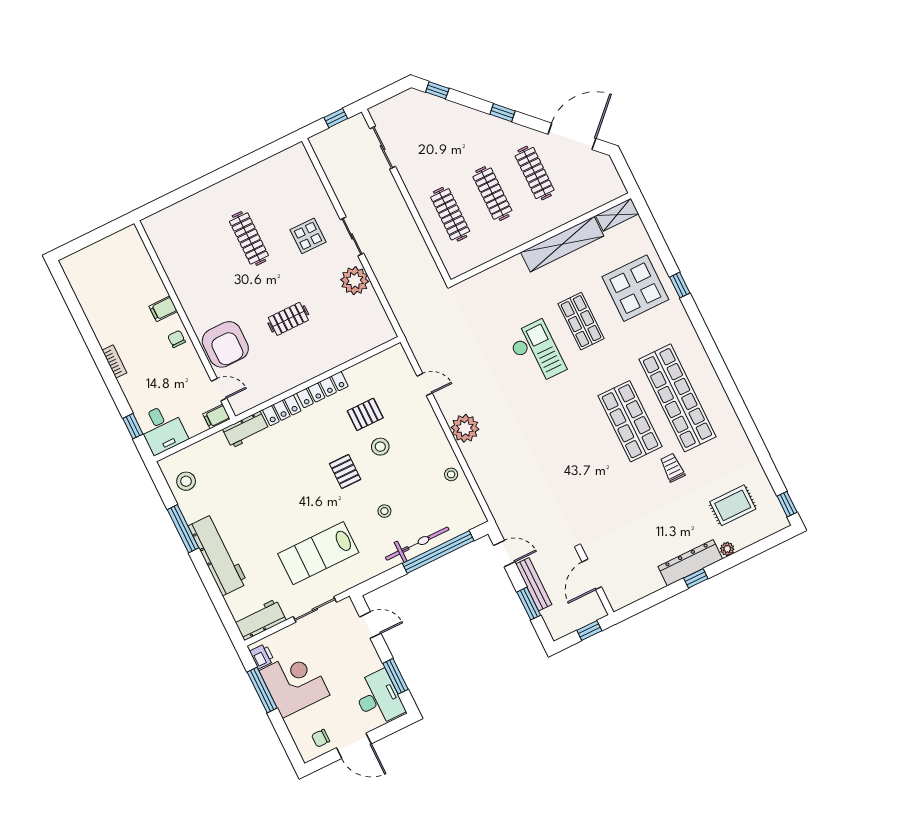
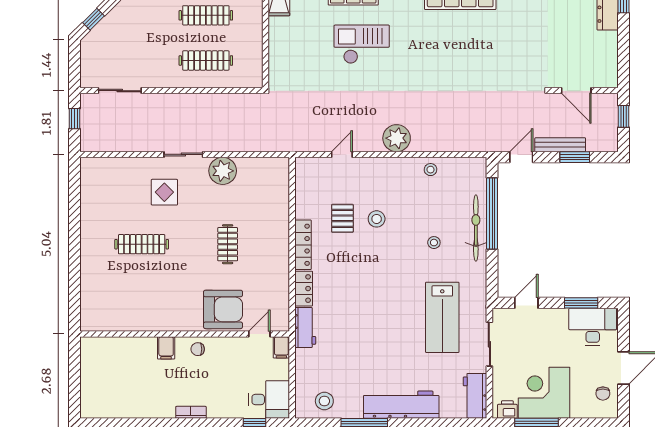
pallet: (345, 472) -> (383, 260), removed

